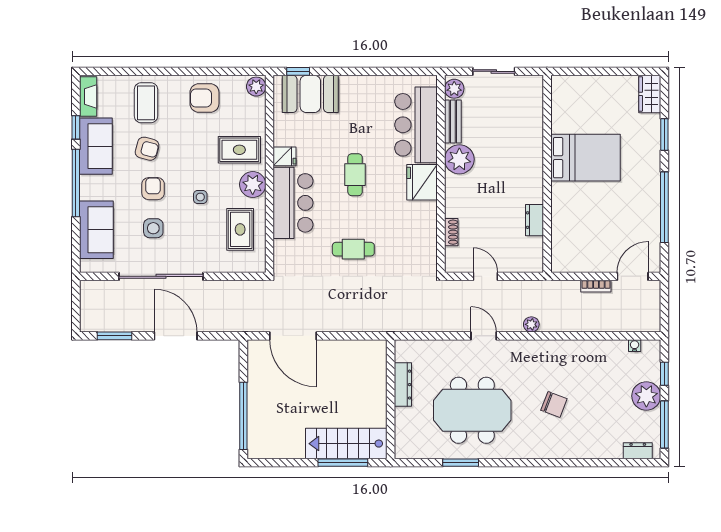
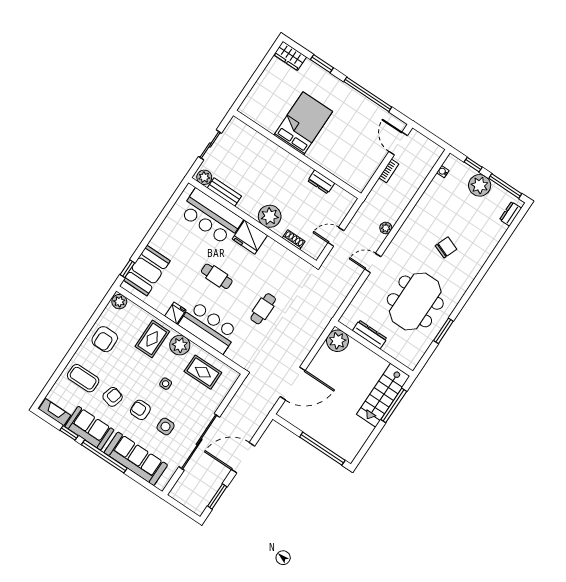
plant: (459, 159) -> (270, 216), moved
sofa: (96, 230) -> (136, 459), width x1.36
plant: (373, 354) -> (338, 341), added

